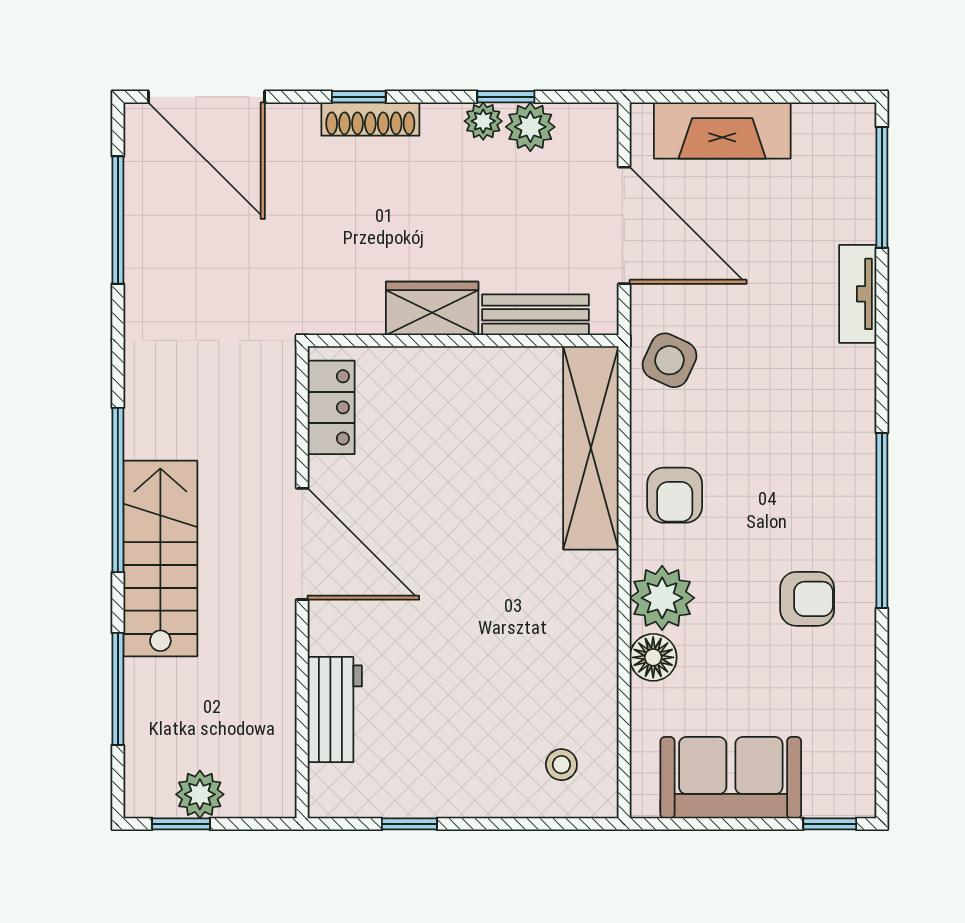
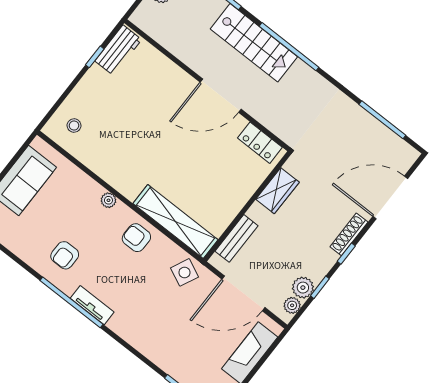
door: (207, 97) -> (390, 198), moved
window: (359, 97) -> (346, 254), moved
plant: (483, 121) -> (292, 305), moved
tv unit: (858, 294) -> (92, 305), moved
wardrobe: (432, 308) -> (277, 191), moved
plant: (662, 598) -> (108, 200), width x0.53, depth x0.53
floor lamp: (653, 657) -> (86, 186), removed
workbench: (335, 710) -> (118, 50), moved, turned -90

